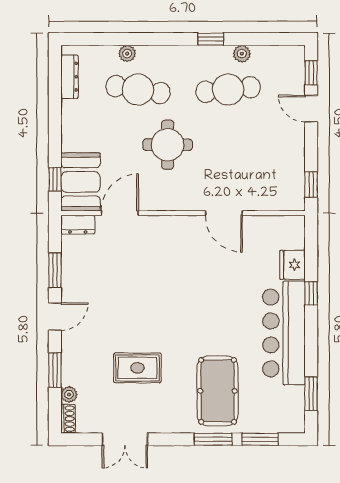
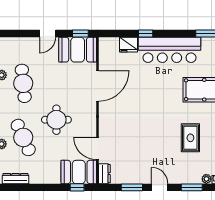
window: (311, 73) -> (13, 33), removed
cafe table: (138, 90) -> (23, 137), turned -33
door: (311, 109) -> (48, 33), moved
booth: (284, 180) -> (78, 50), added
door: (224, 213) -> (97, 86), width x1.36

